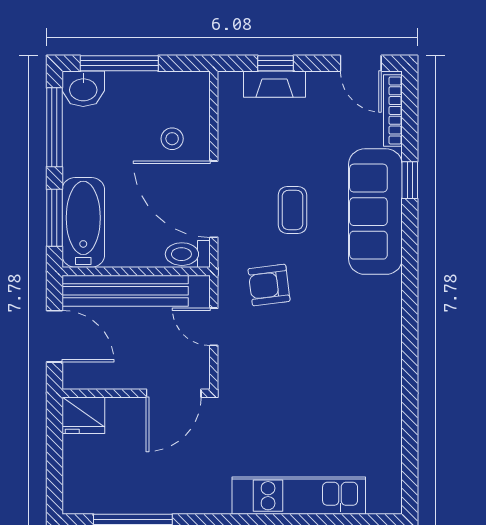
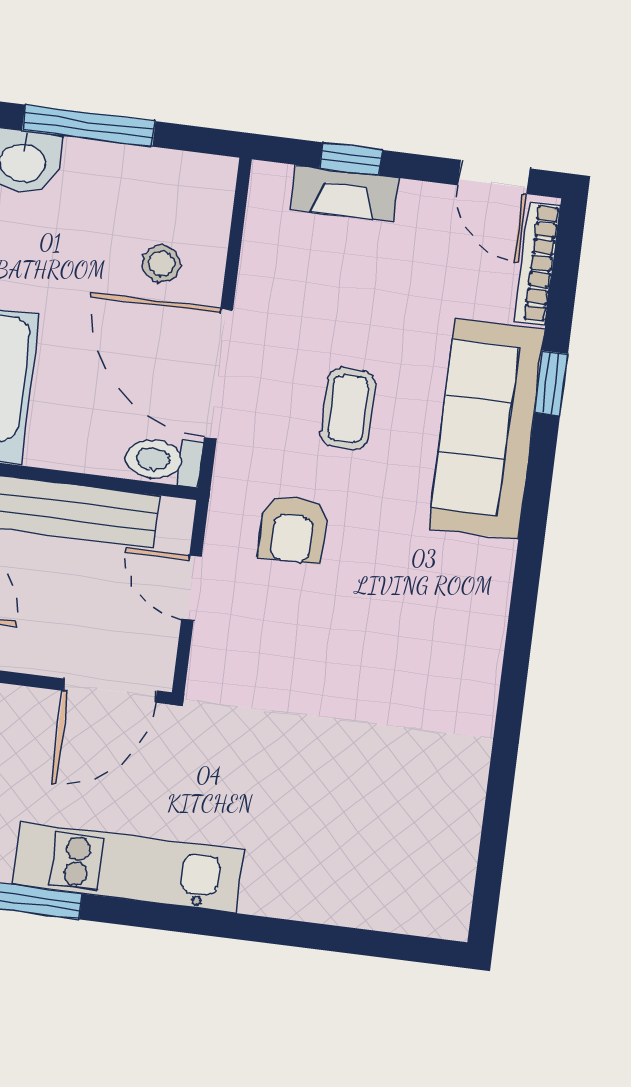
armchair: (269, 285) -> (293, 529), turned -83
kitchen unit: (299, 496) -> (128, 868), moved

